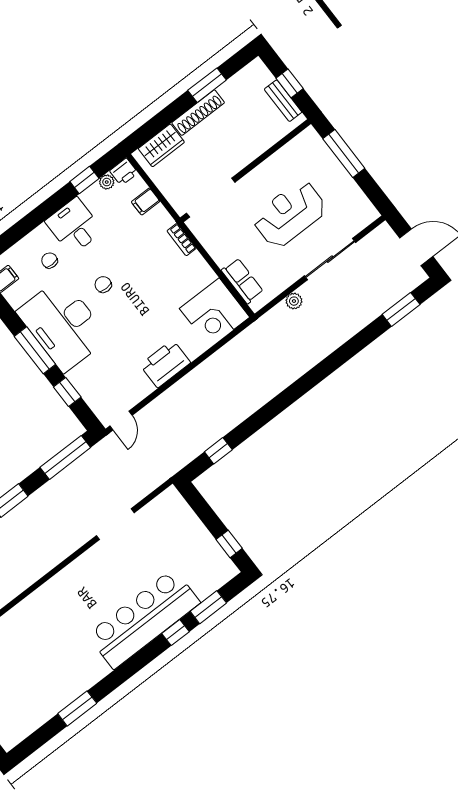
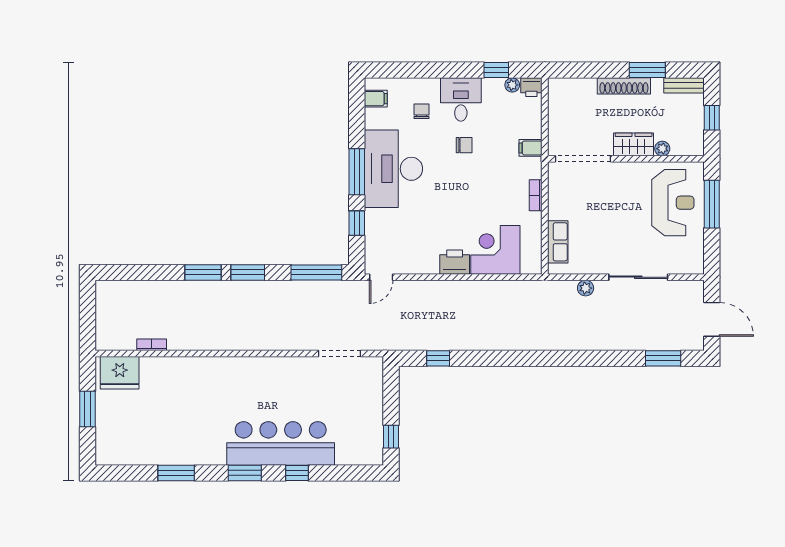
bench: (283, 101) -> (684, 85), moved, turned 90
plant: (269, 139) -> (662, 149), added
wardrobe: (161, 145) -> (634, 144), moved, turned 180
filing cabinet: (146, 202) -> (531, 148), moved
reception desk: (290, 214) -> (673, 203), moved, turned 90
bookcase: (182, 240) -> (536, 195), moved
chair: (103, 284) -> (464, 145), moved, turned 90
corner desk: (215, 313) -> (495, 250), moved, turned 90
printer: (165, 364) -> (455, 262), width x0.73, depth x0.84
doorway: (115, 524) -> (339, 354), moved
window: (208, 607) -> (245, 473), moved

